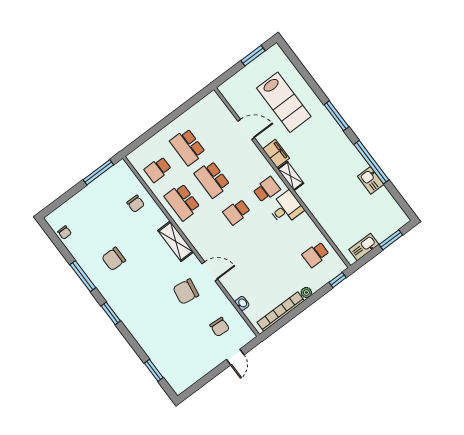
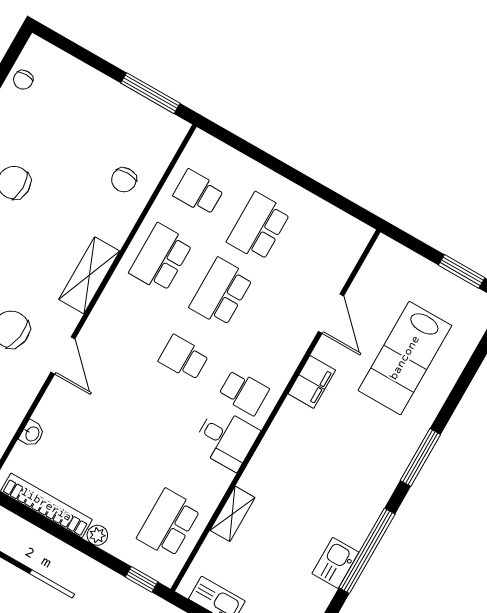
shelving: (291, 176) -> (232, 514), moved
school desk: (316, 255) -> (169, 523), width x1.85

